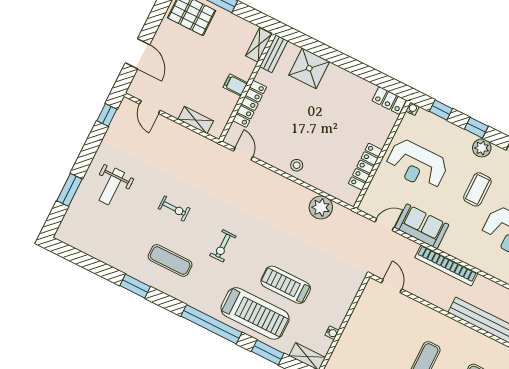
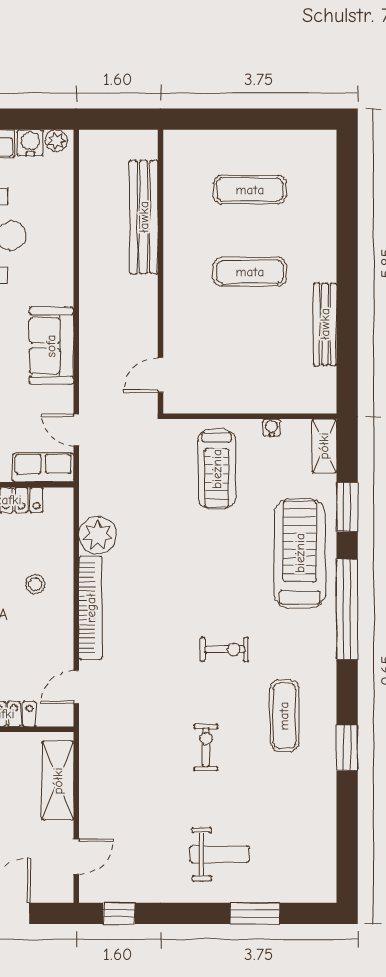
shelving: (196, 120) -> (58, 781), width x1.50, depth x1.33
stool: (297, 165) -> (35, 584), moved
row of seats: (373, 196) -> (43, 467), added
sofa: (422, 226) -> (51, 346), moved
bookcase: (446, 265) -> (91, 608), moved
treadmill: (286, 285) -> (217, 469), moved

